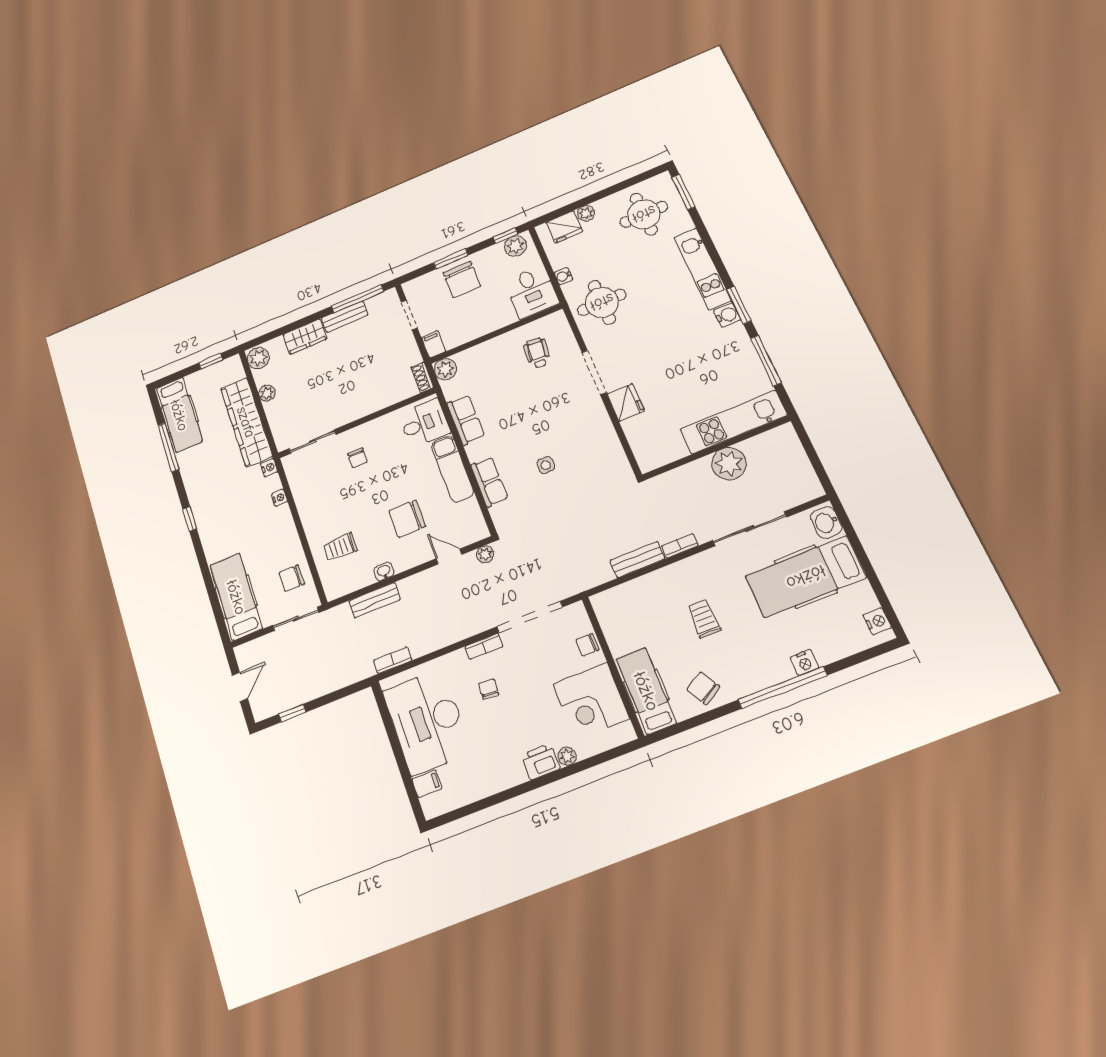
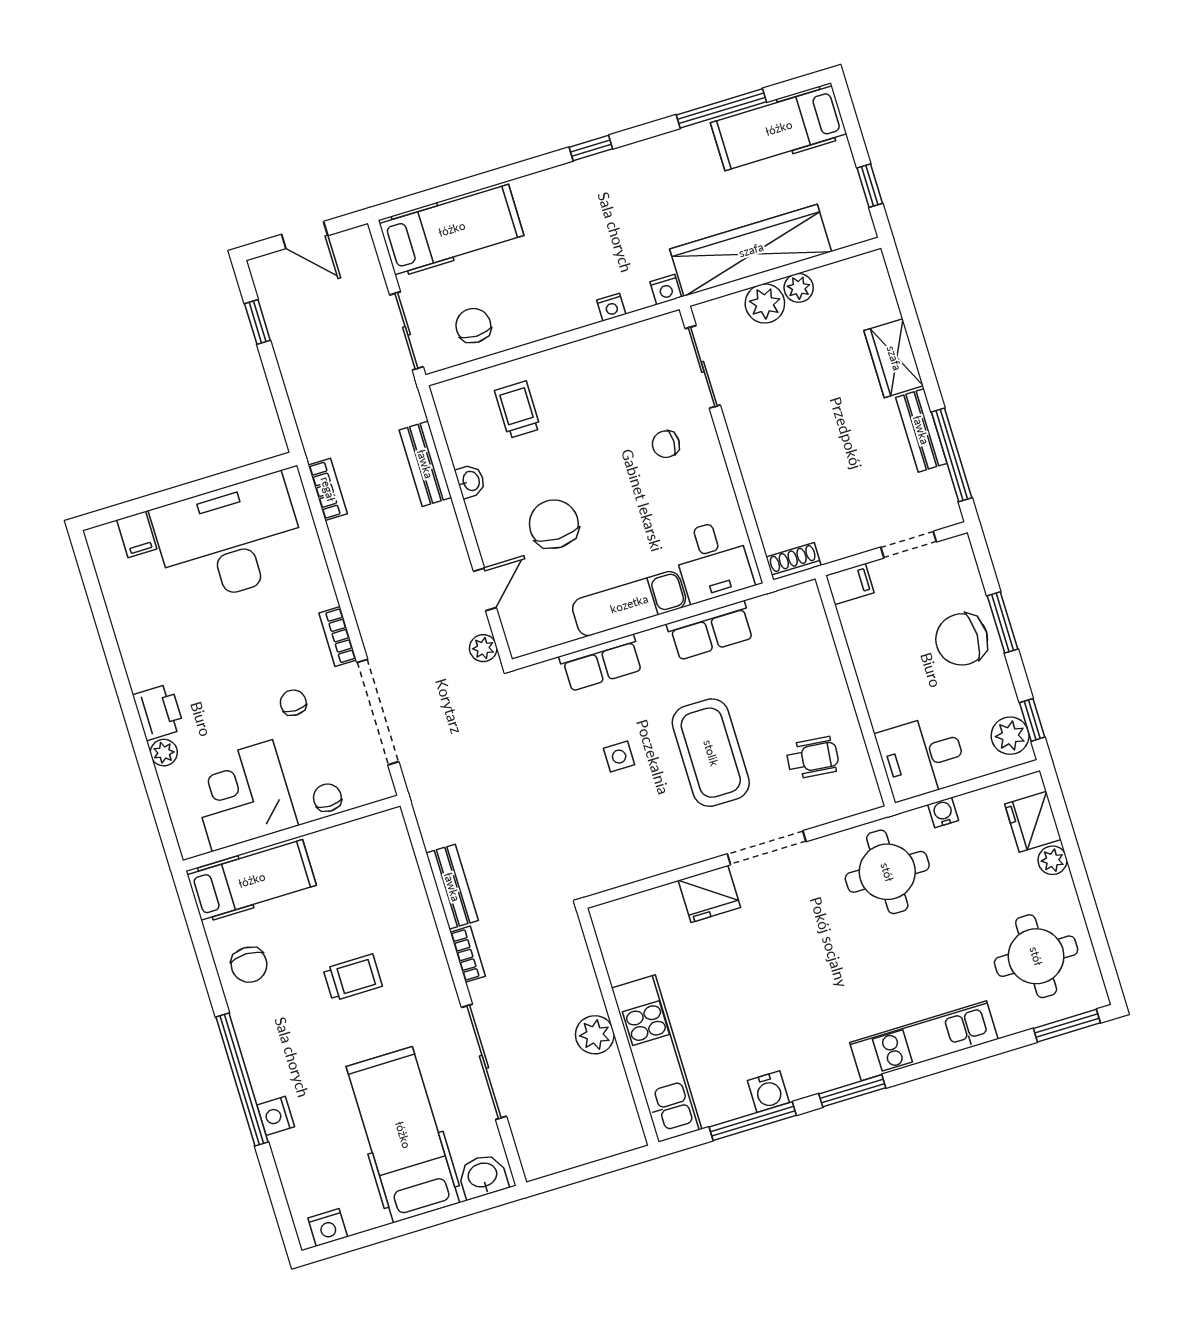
water cooler: (727, 315) -> (768, 1092), moved
plant: (258, 358) -> (765, 303), moved
plant: (445, 369) -> (803, 602), removed
coffee table: (539, 411) -> (711, 753), added
plant: (729, 464) -> (595, 1035), width x0.73, depth x0.73
chair: (703, 688) -> (249, 965), turned 120
chair: (489, 689) -> (293, 703), moved, turned -95

